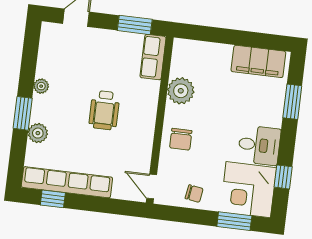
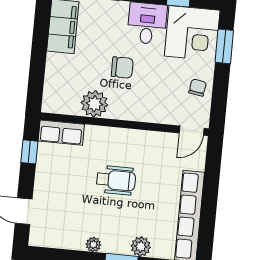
window: (135, 25) -> (29, 152), width x0.67
chair: (181, 139) -> (122, 67), moved
window: (53, 199) -> (207, 230), removed

